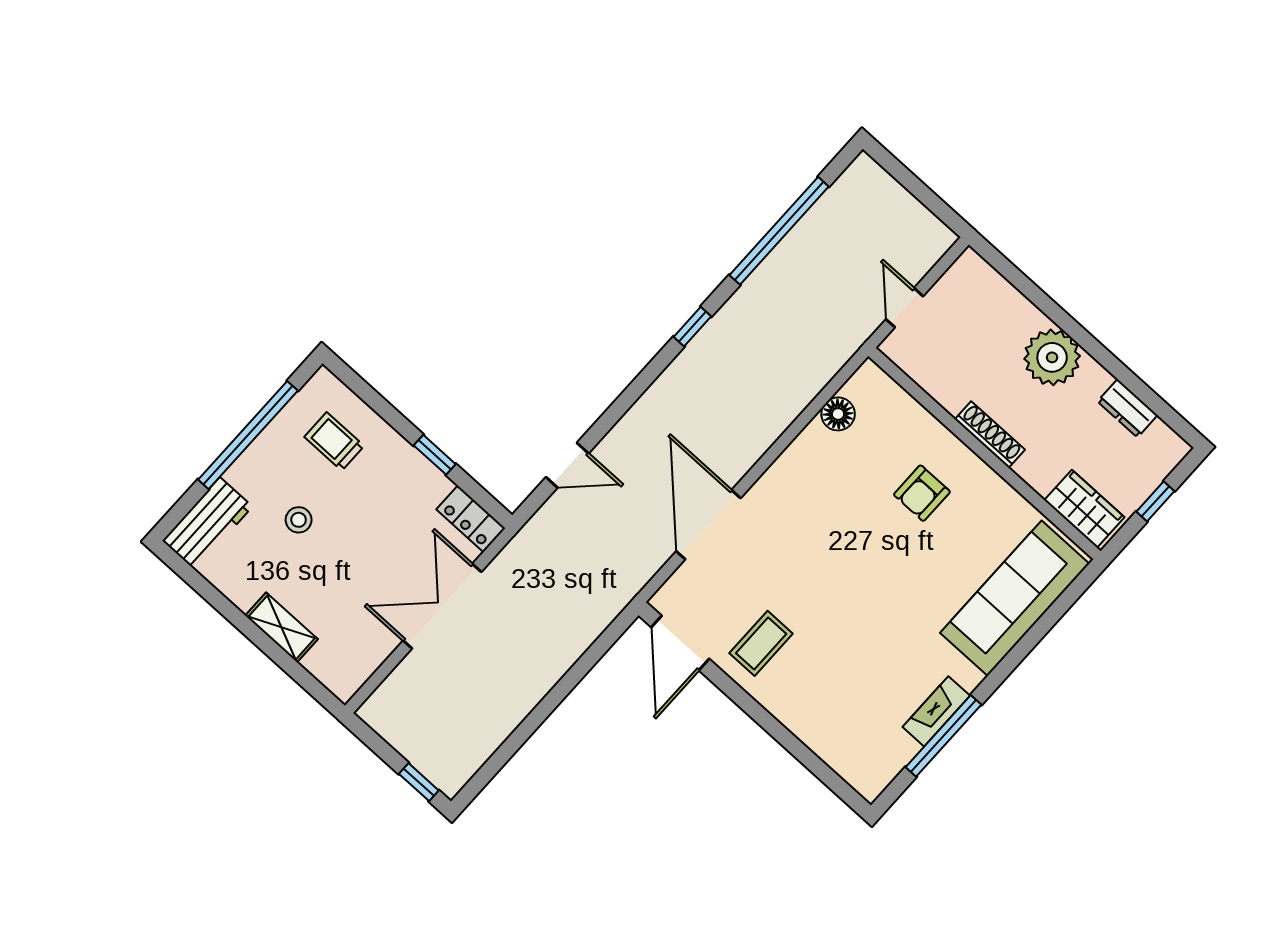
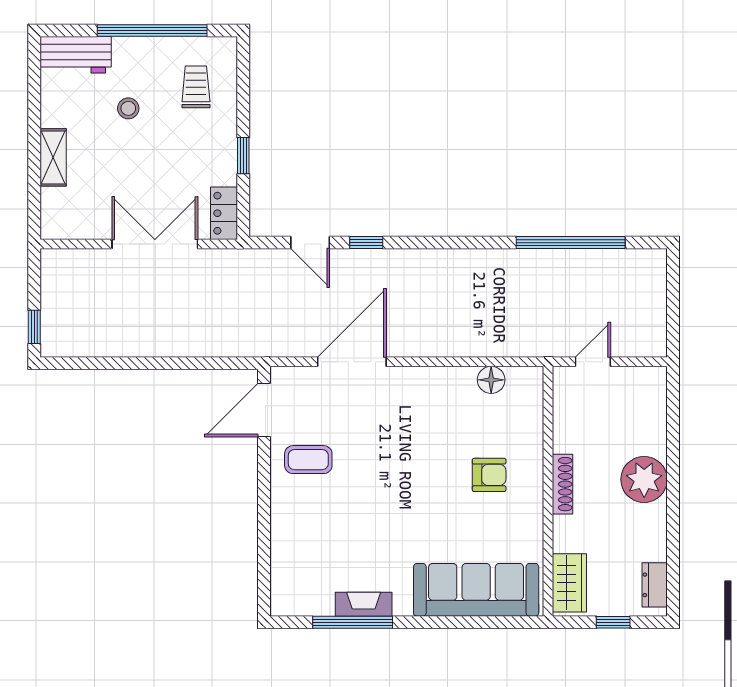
window: (692, 327) -> (366, 243), moved
dresser: (1127, 408) -> (655, 585), moved
armchair: (922, 493) -> (489, 475), turned 180

